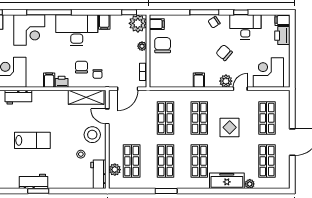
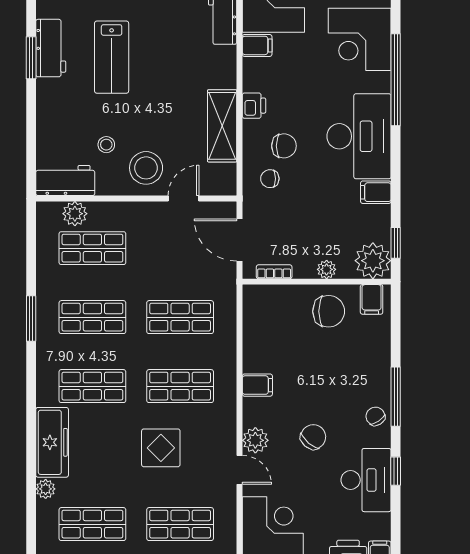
filing cabinet: (49, 80) -> (257, 45), moved
shelving: (86, 97) -> (222, 126), moved
lab bench: (32, 140) -> (112, 57), moved

